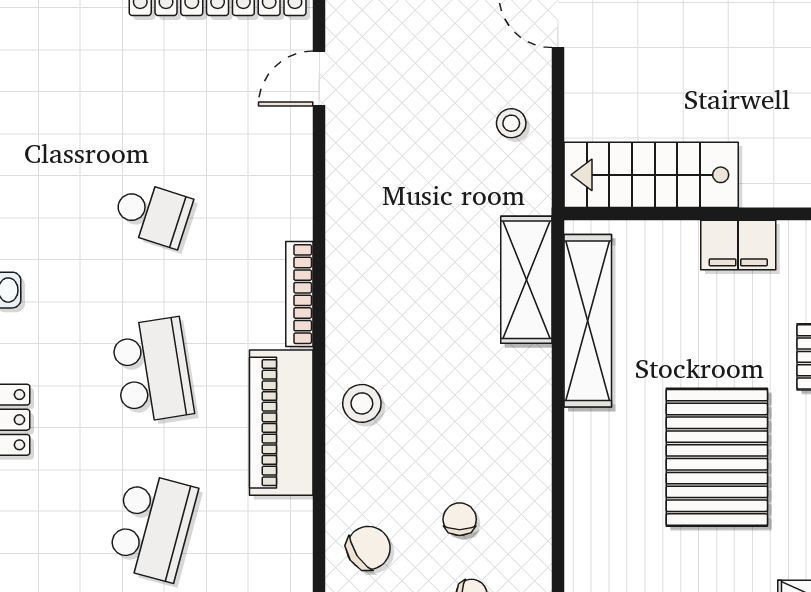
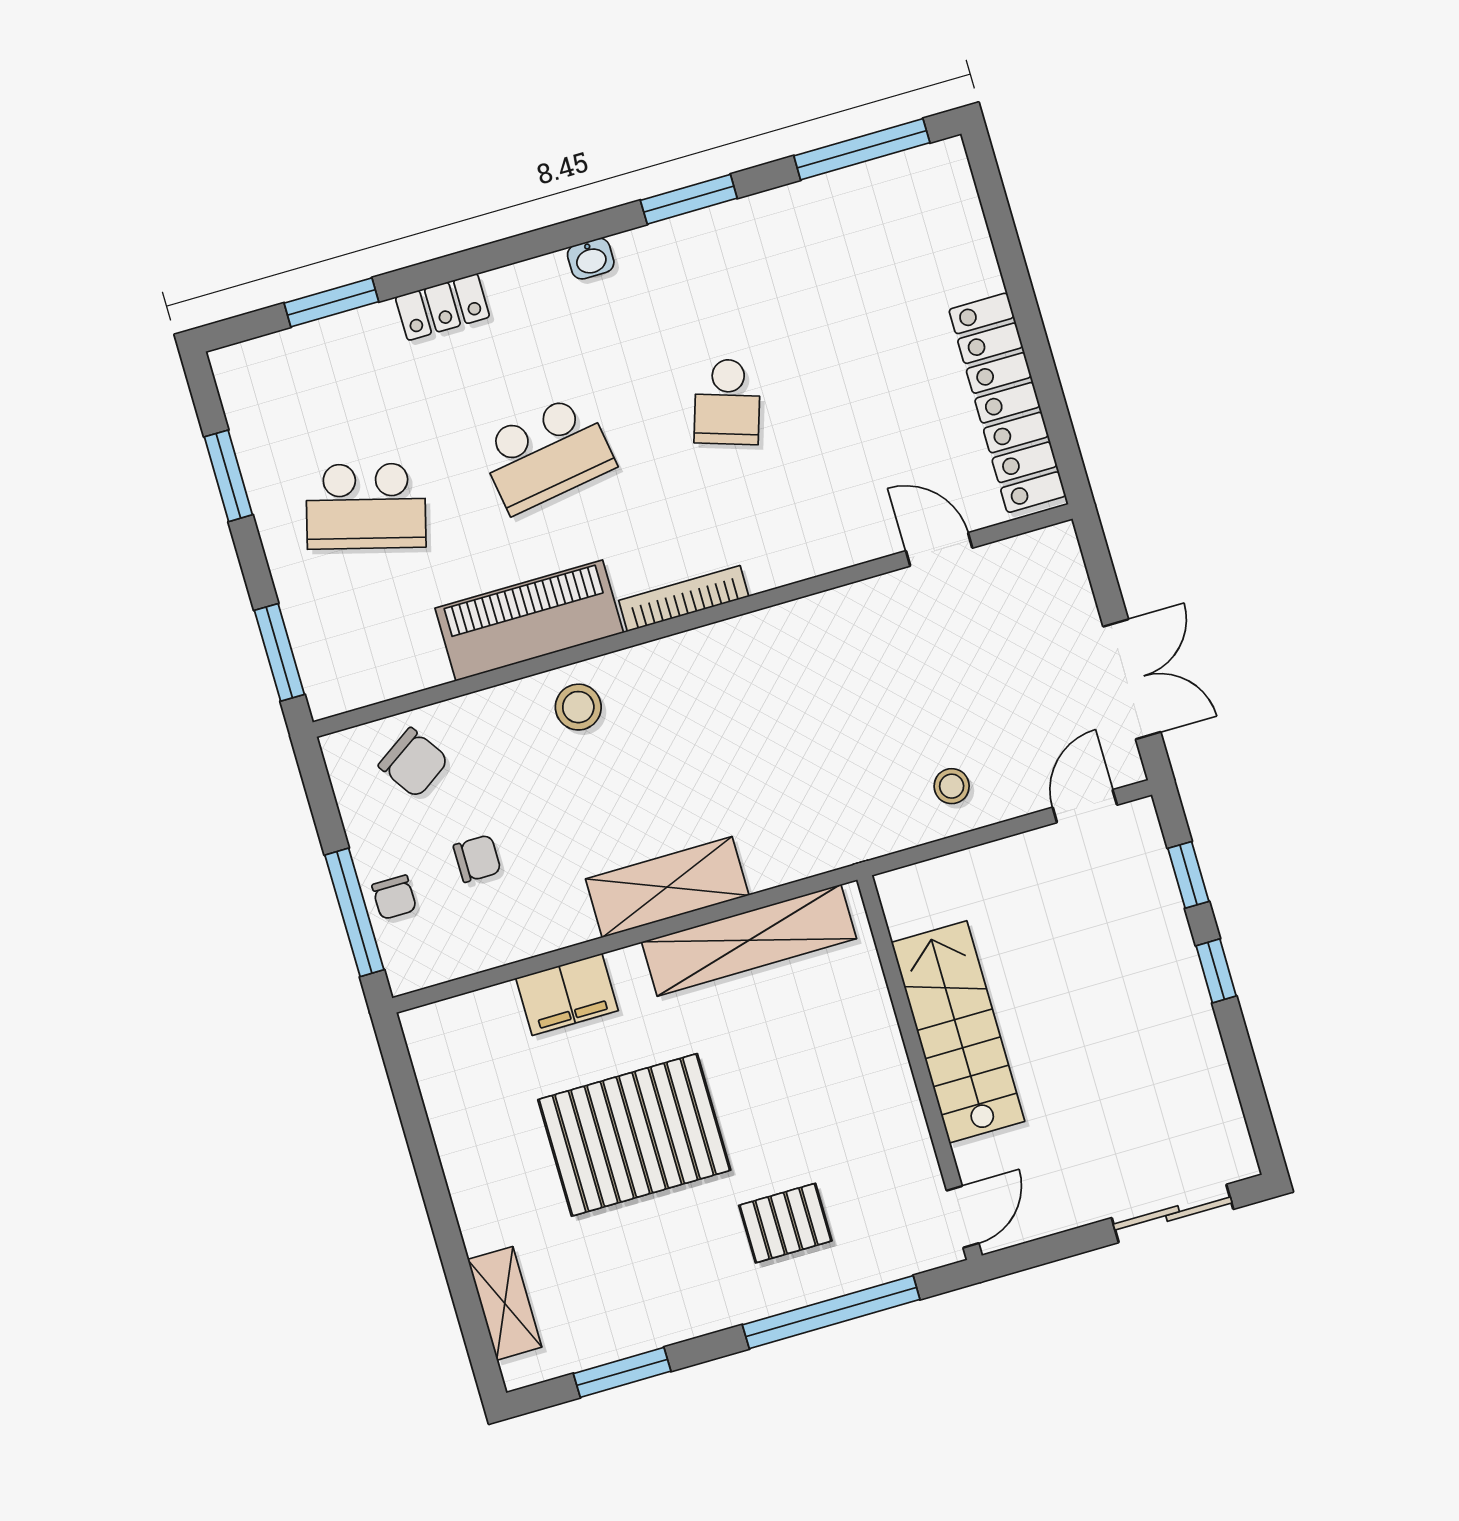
stairs: (651, 175) -> (958, 1032), moved
filing cabinet: (738, 245) -> (567, 994), moved, turned -90
shelving: (526, 280) -> (667, 887), moved

